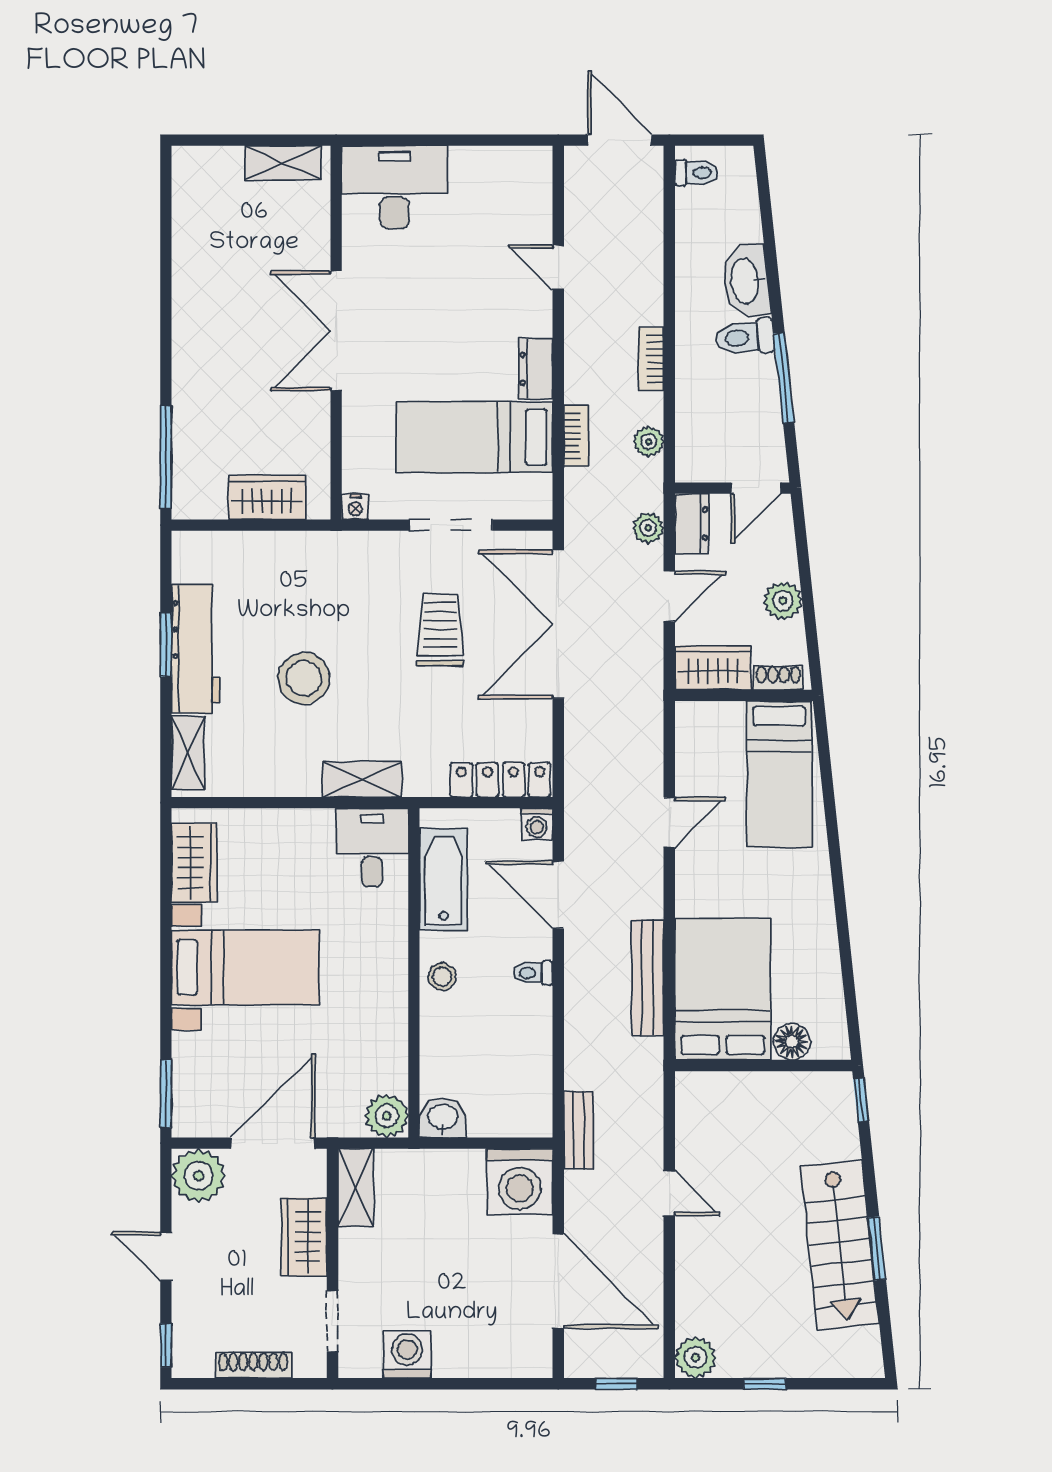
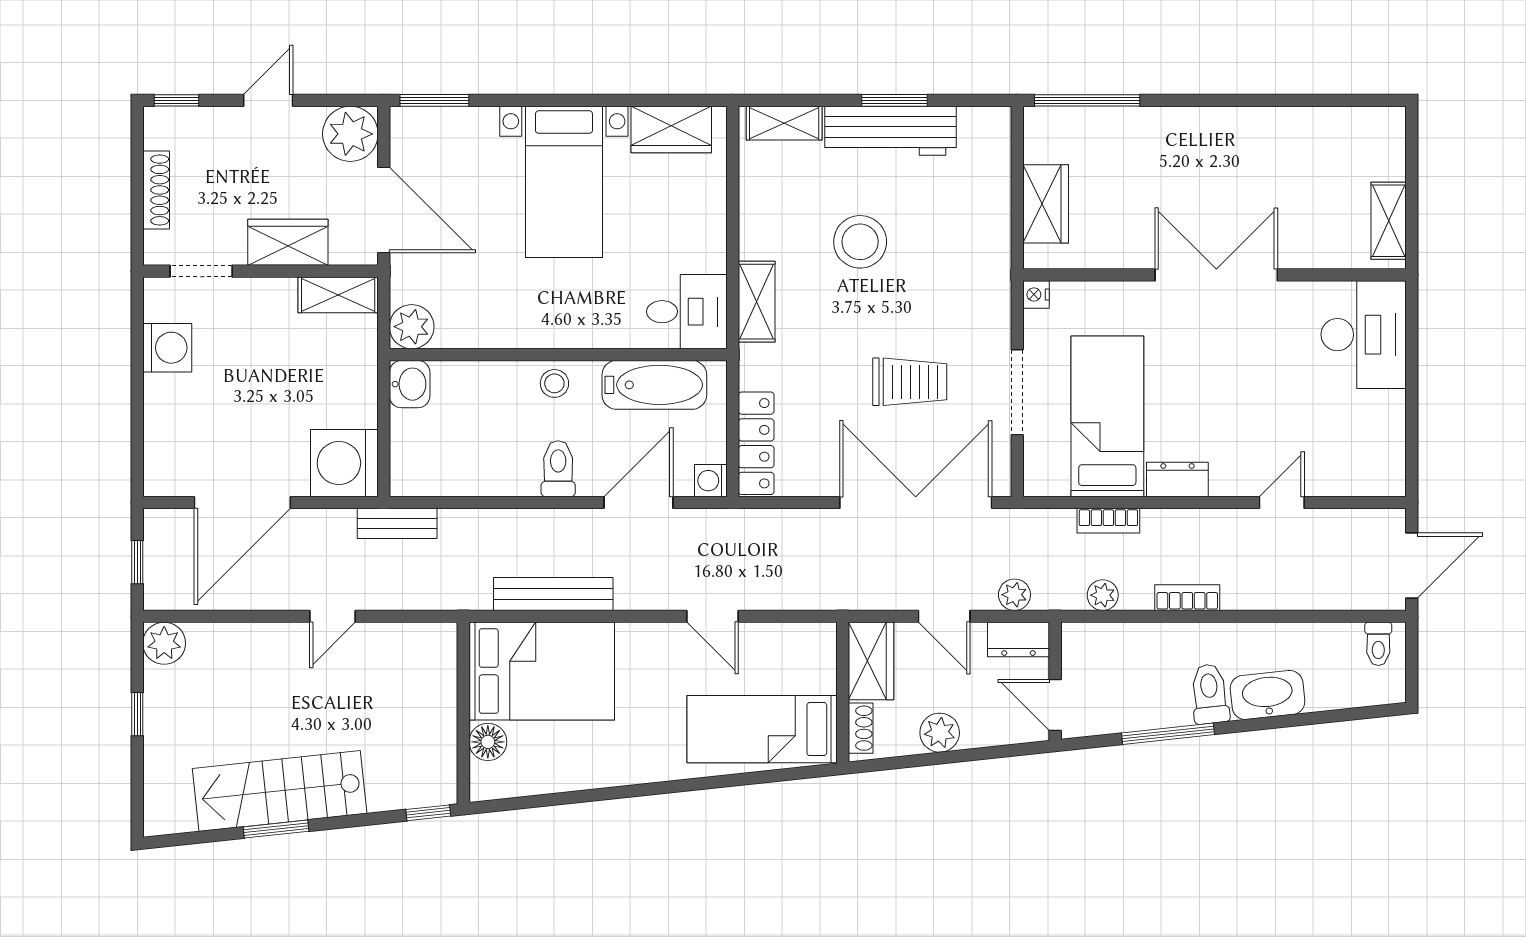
toilet: (533, 973) -> (558, 469), width x1.37, depth x1.39

